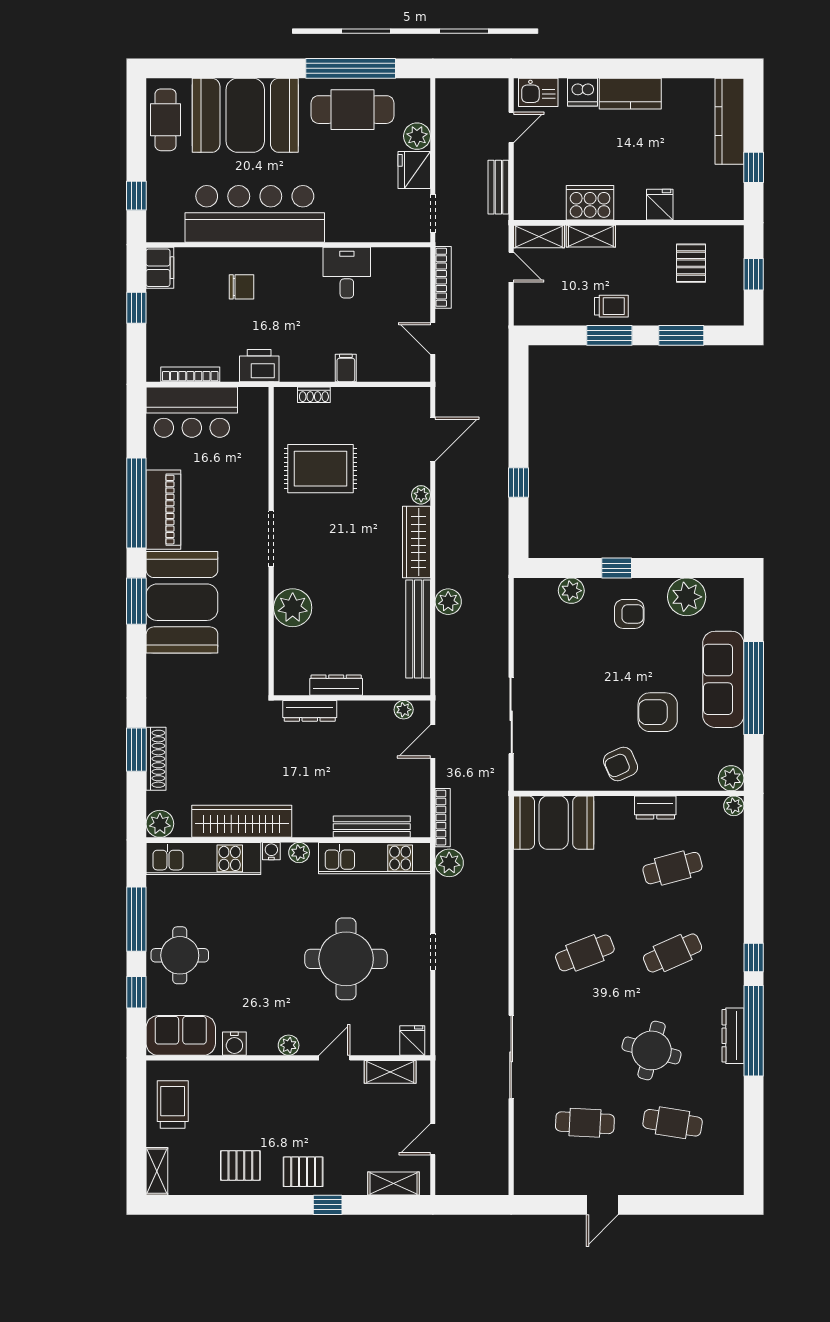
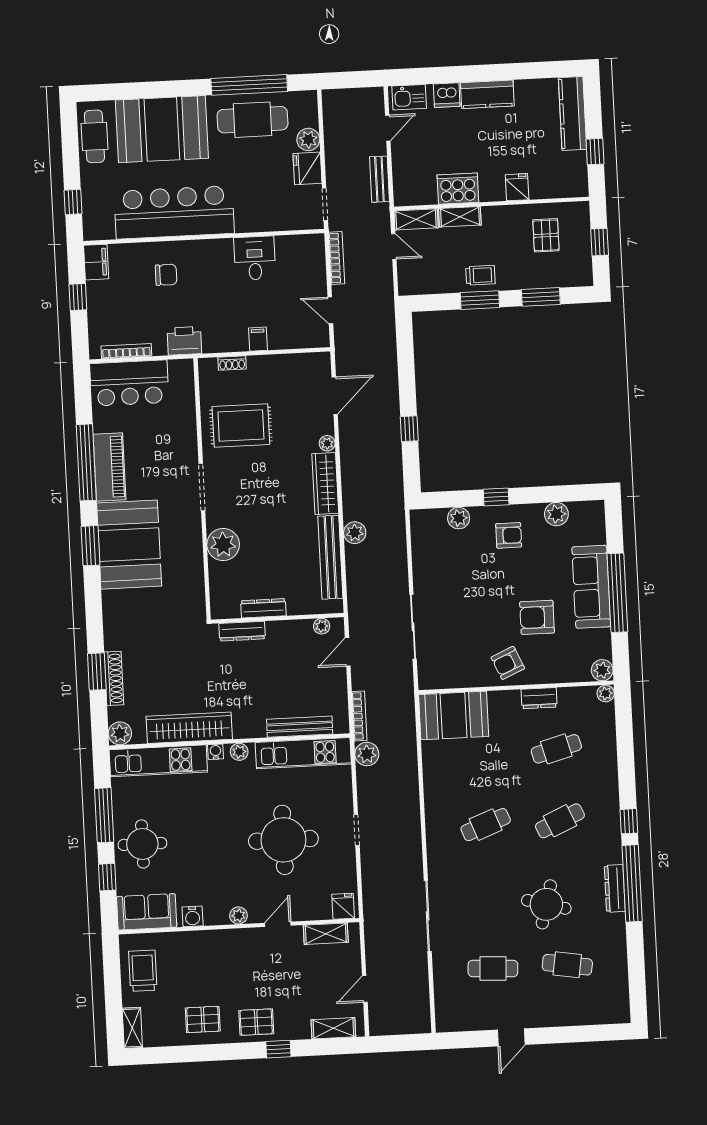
plant: (687, 597) -> (556, 514), width x0.73, depth x0.73

